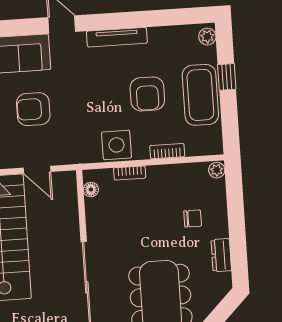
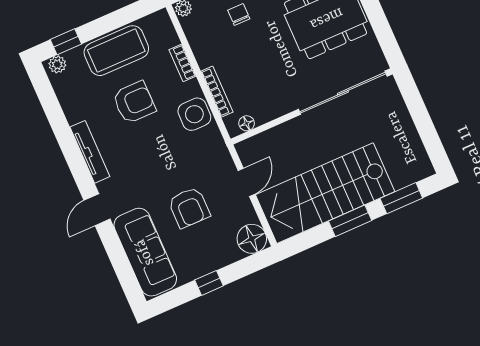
window: (227, 77) -> (66, 42), moved
bookcase: (130, 173) -> (217, 92), width x1.56

